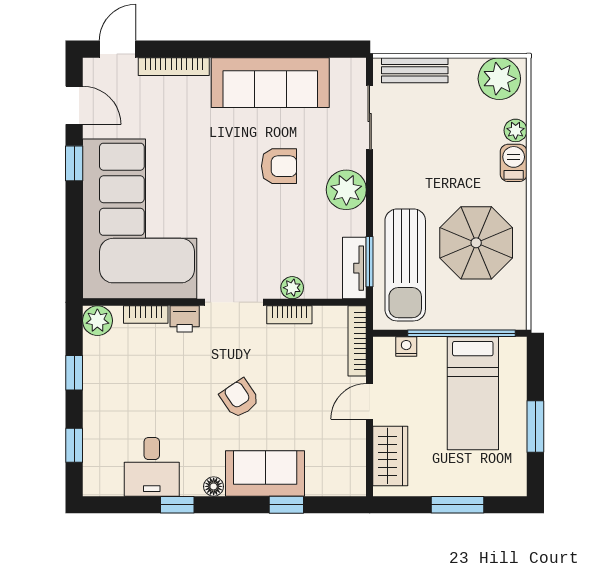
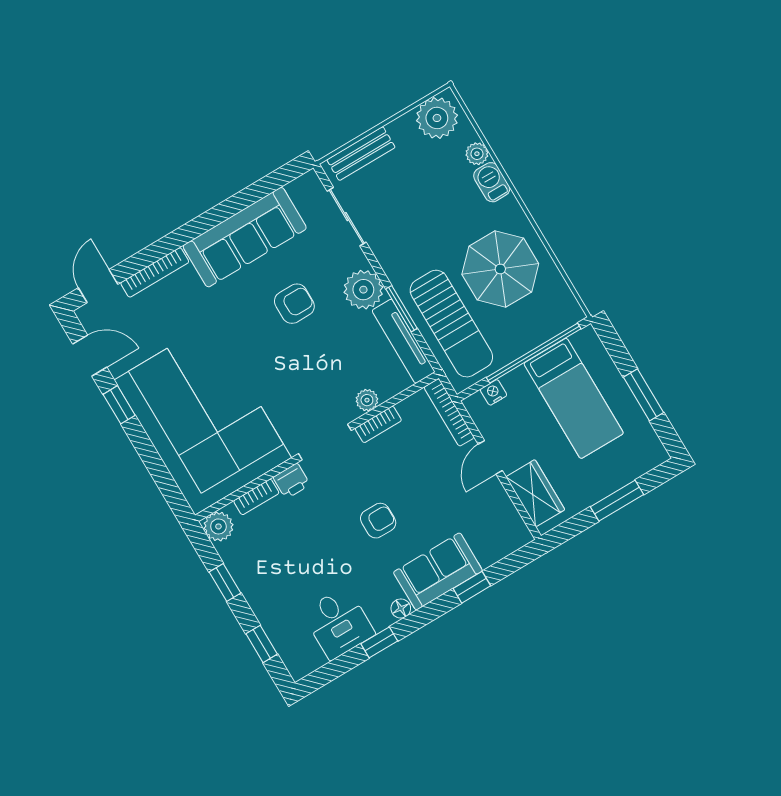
window: (370, 262) -> (402, 309), moved
tv unit: (354, 268) -> (404, 341), width x1.41
armchair: (239, 398) -> (378, 521), turned 124

